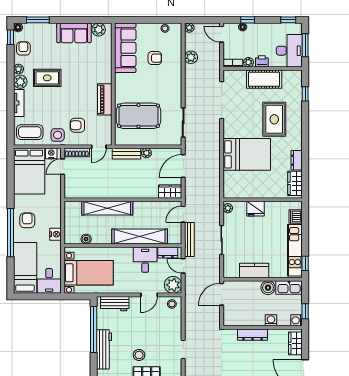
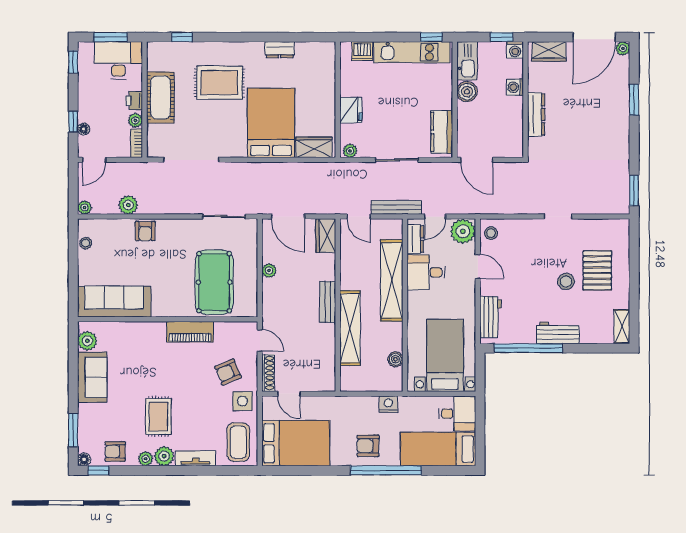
armchair: (155, 58) -> (145, 231), moved, turned 180
armchair: (77, 125) -> (228, 372), turned 67
nightstand: (51, 153) -> (270, 410), removed
bench: (126, 154) -> (328, 302), moved
wardrobe: (295, 183) -> (314, 147), moved, turned 180
kitchen counter: (254, 271) -> (442, 132), moved
workbench: (104, 349) -> (558, 333), width x0.73

